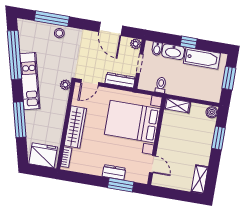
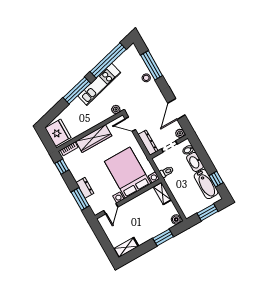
window: (189, 42) -> (216, 179), moved
window: (20, 120) -> (77, 91), moved
window: (77, 177) -> (62, 167), added

